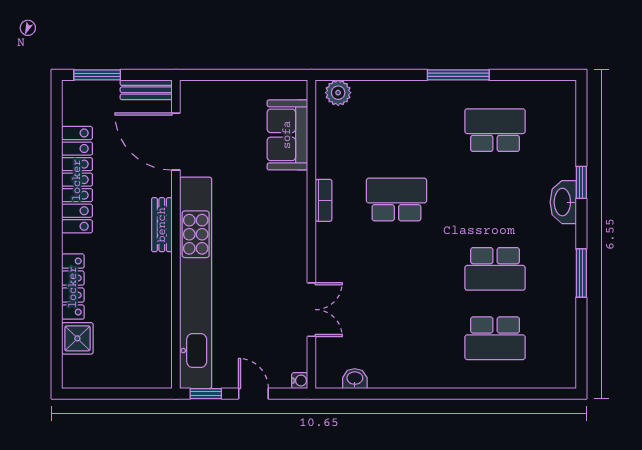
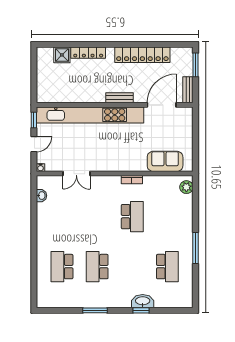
washbasin: (563, 202) -> (143, 301), moved

